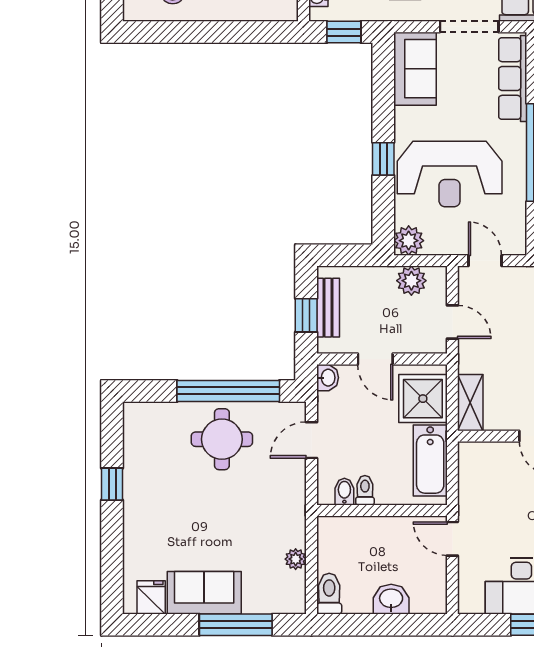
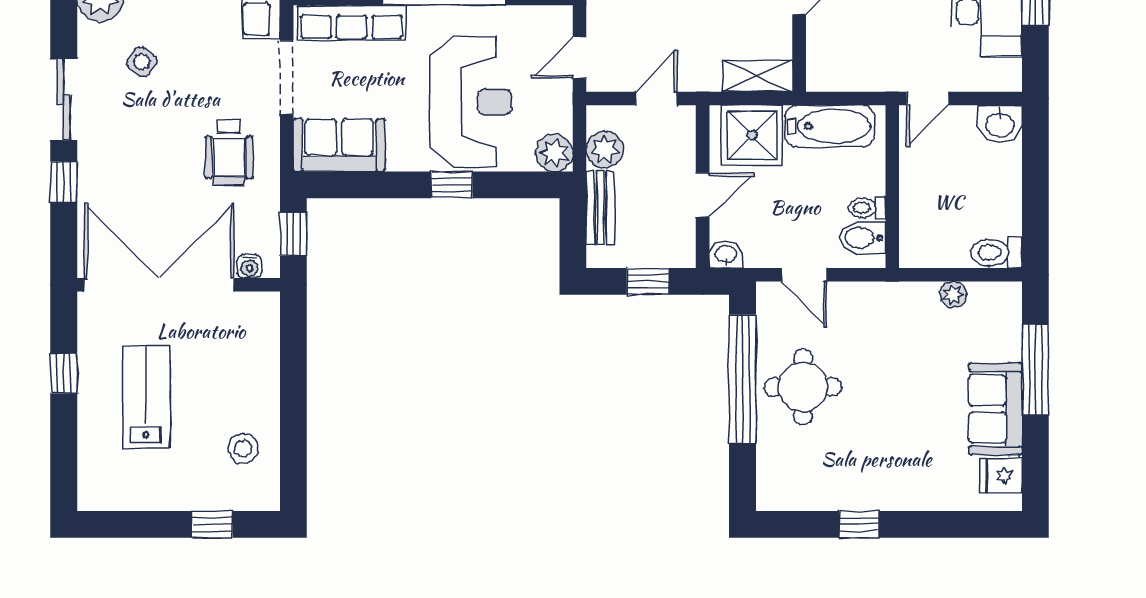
bench: (328, 308) -> (600, 208), moved, turned 90
bidet: (344, 492) -> (863, 238), width x1.38, depth x1.36
washbasin: (391, 599) -> (1000, 124), moved, turned -90

